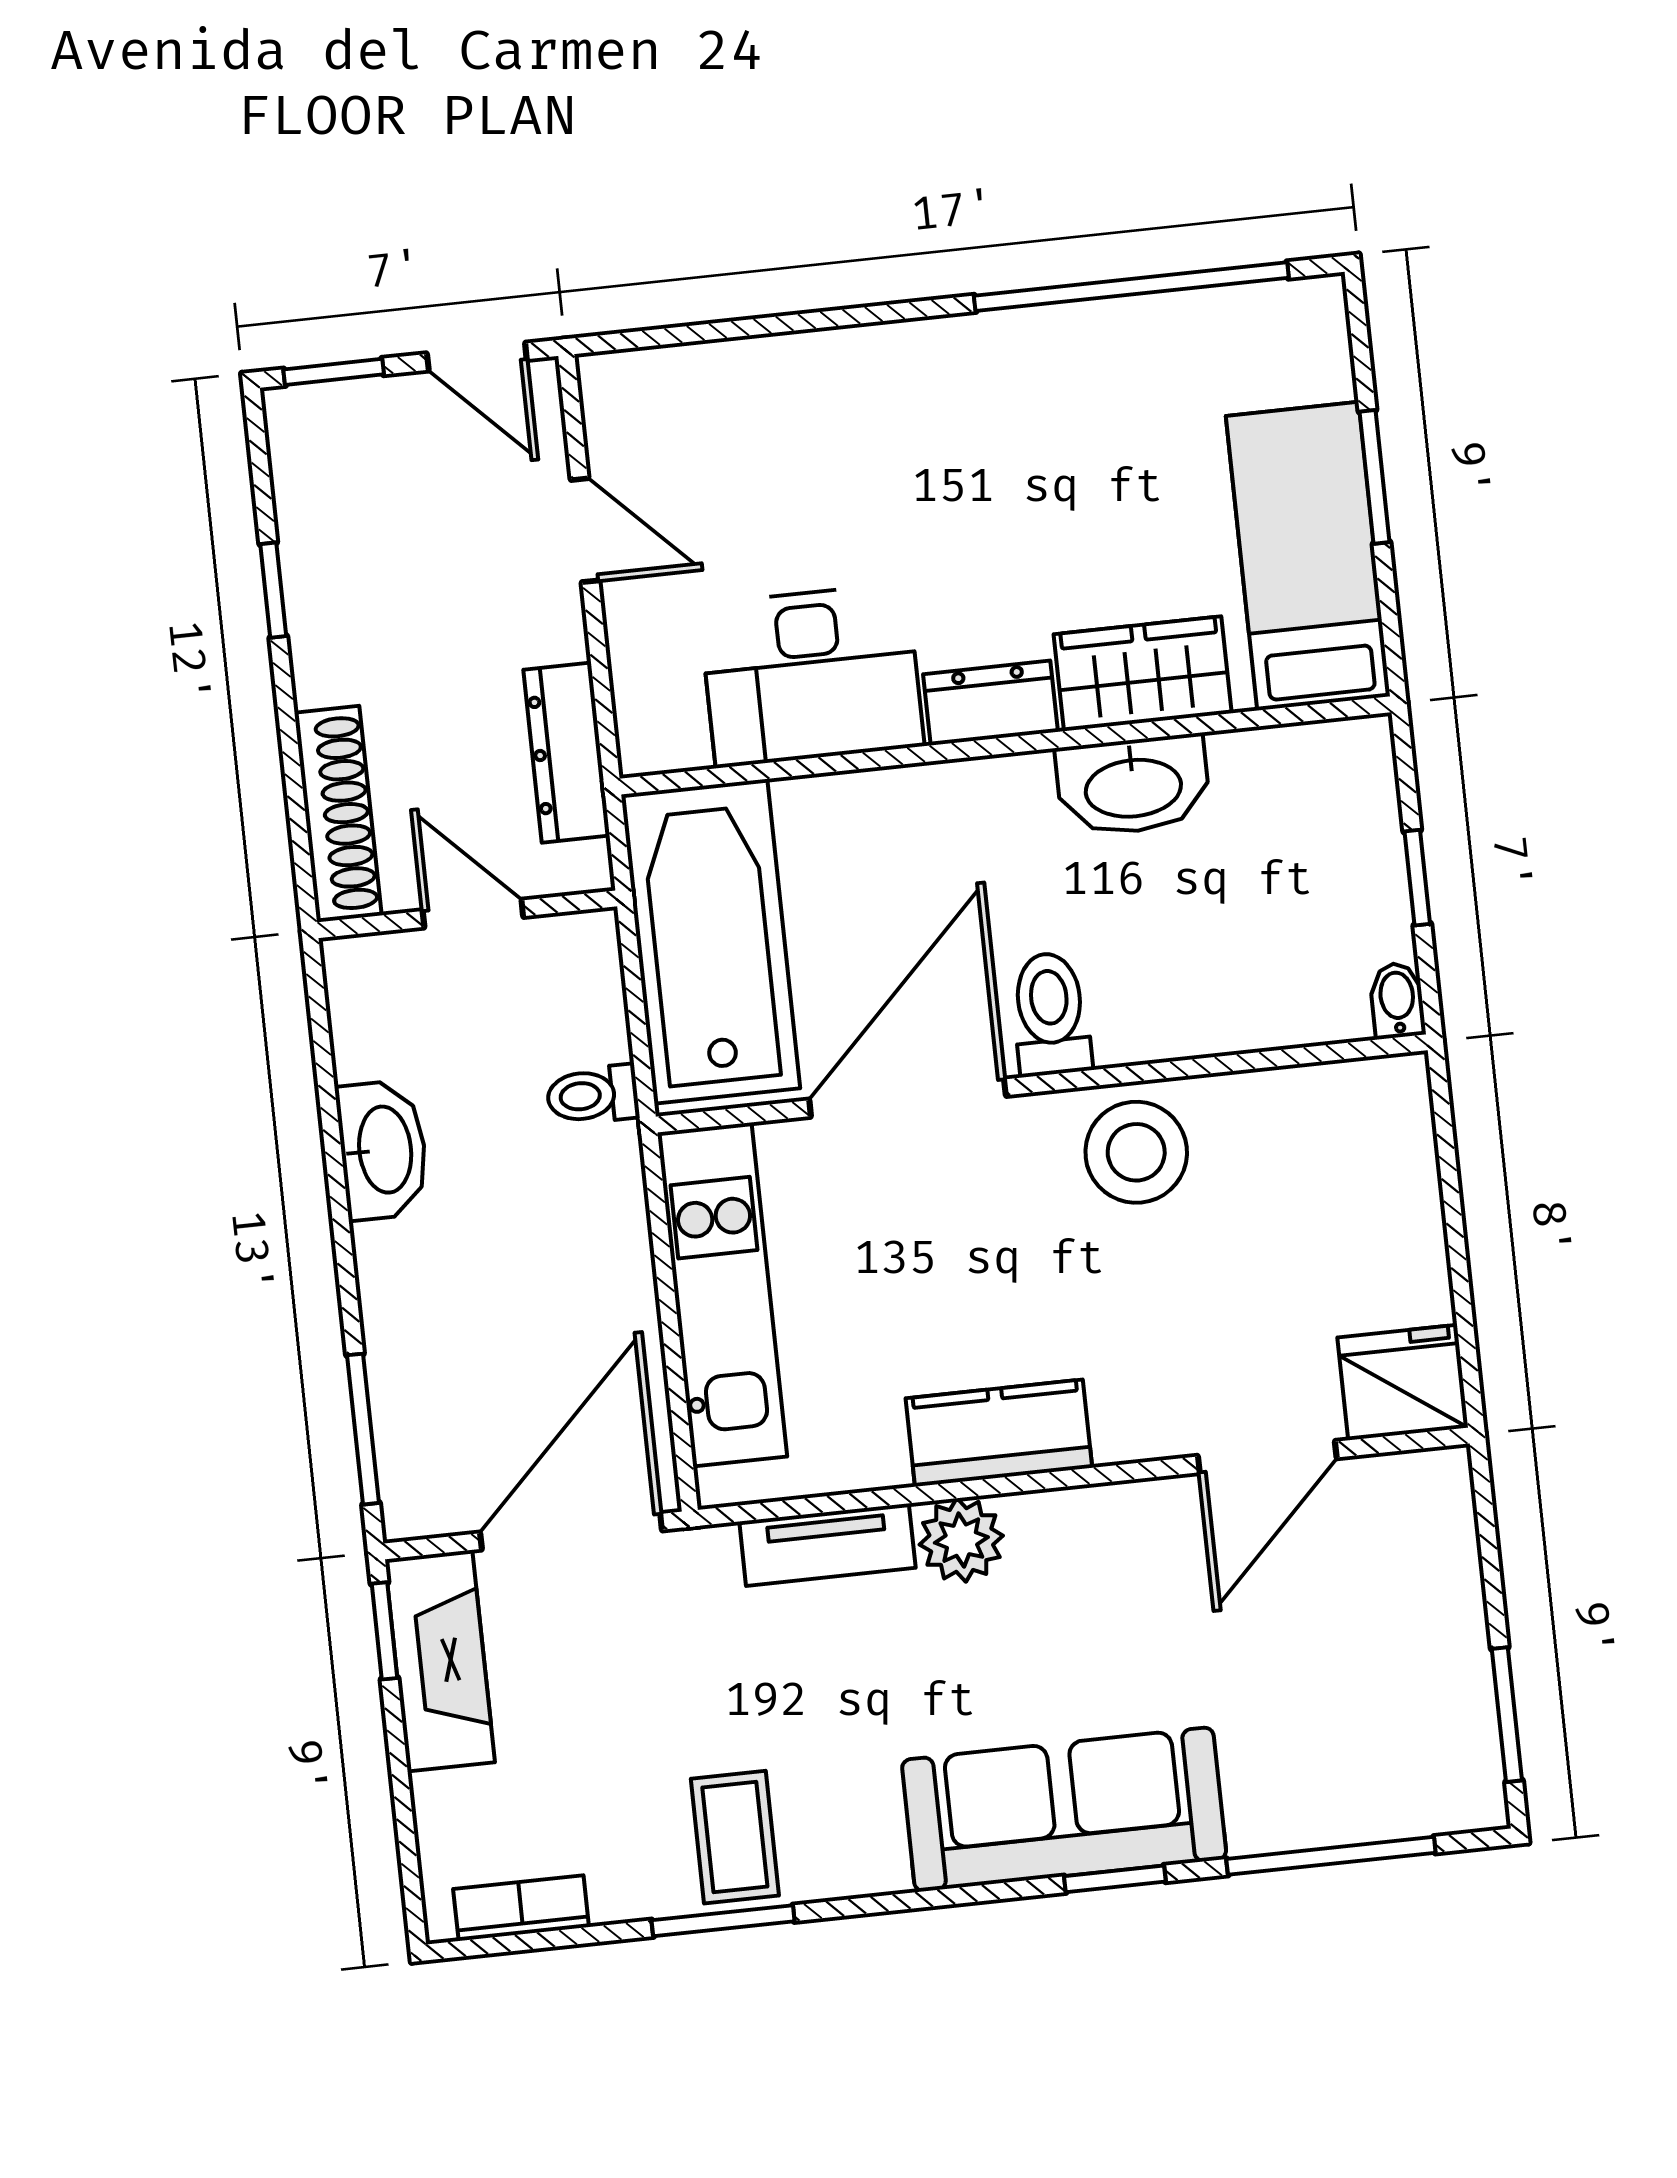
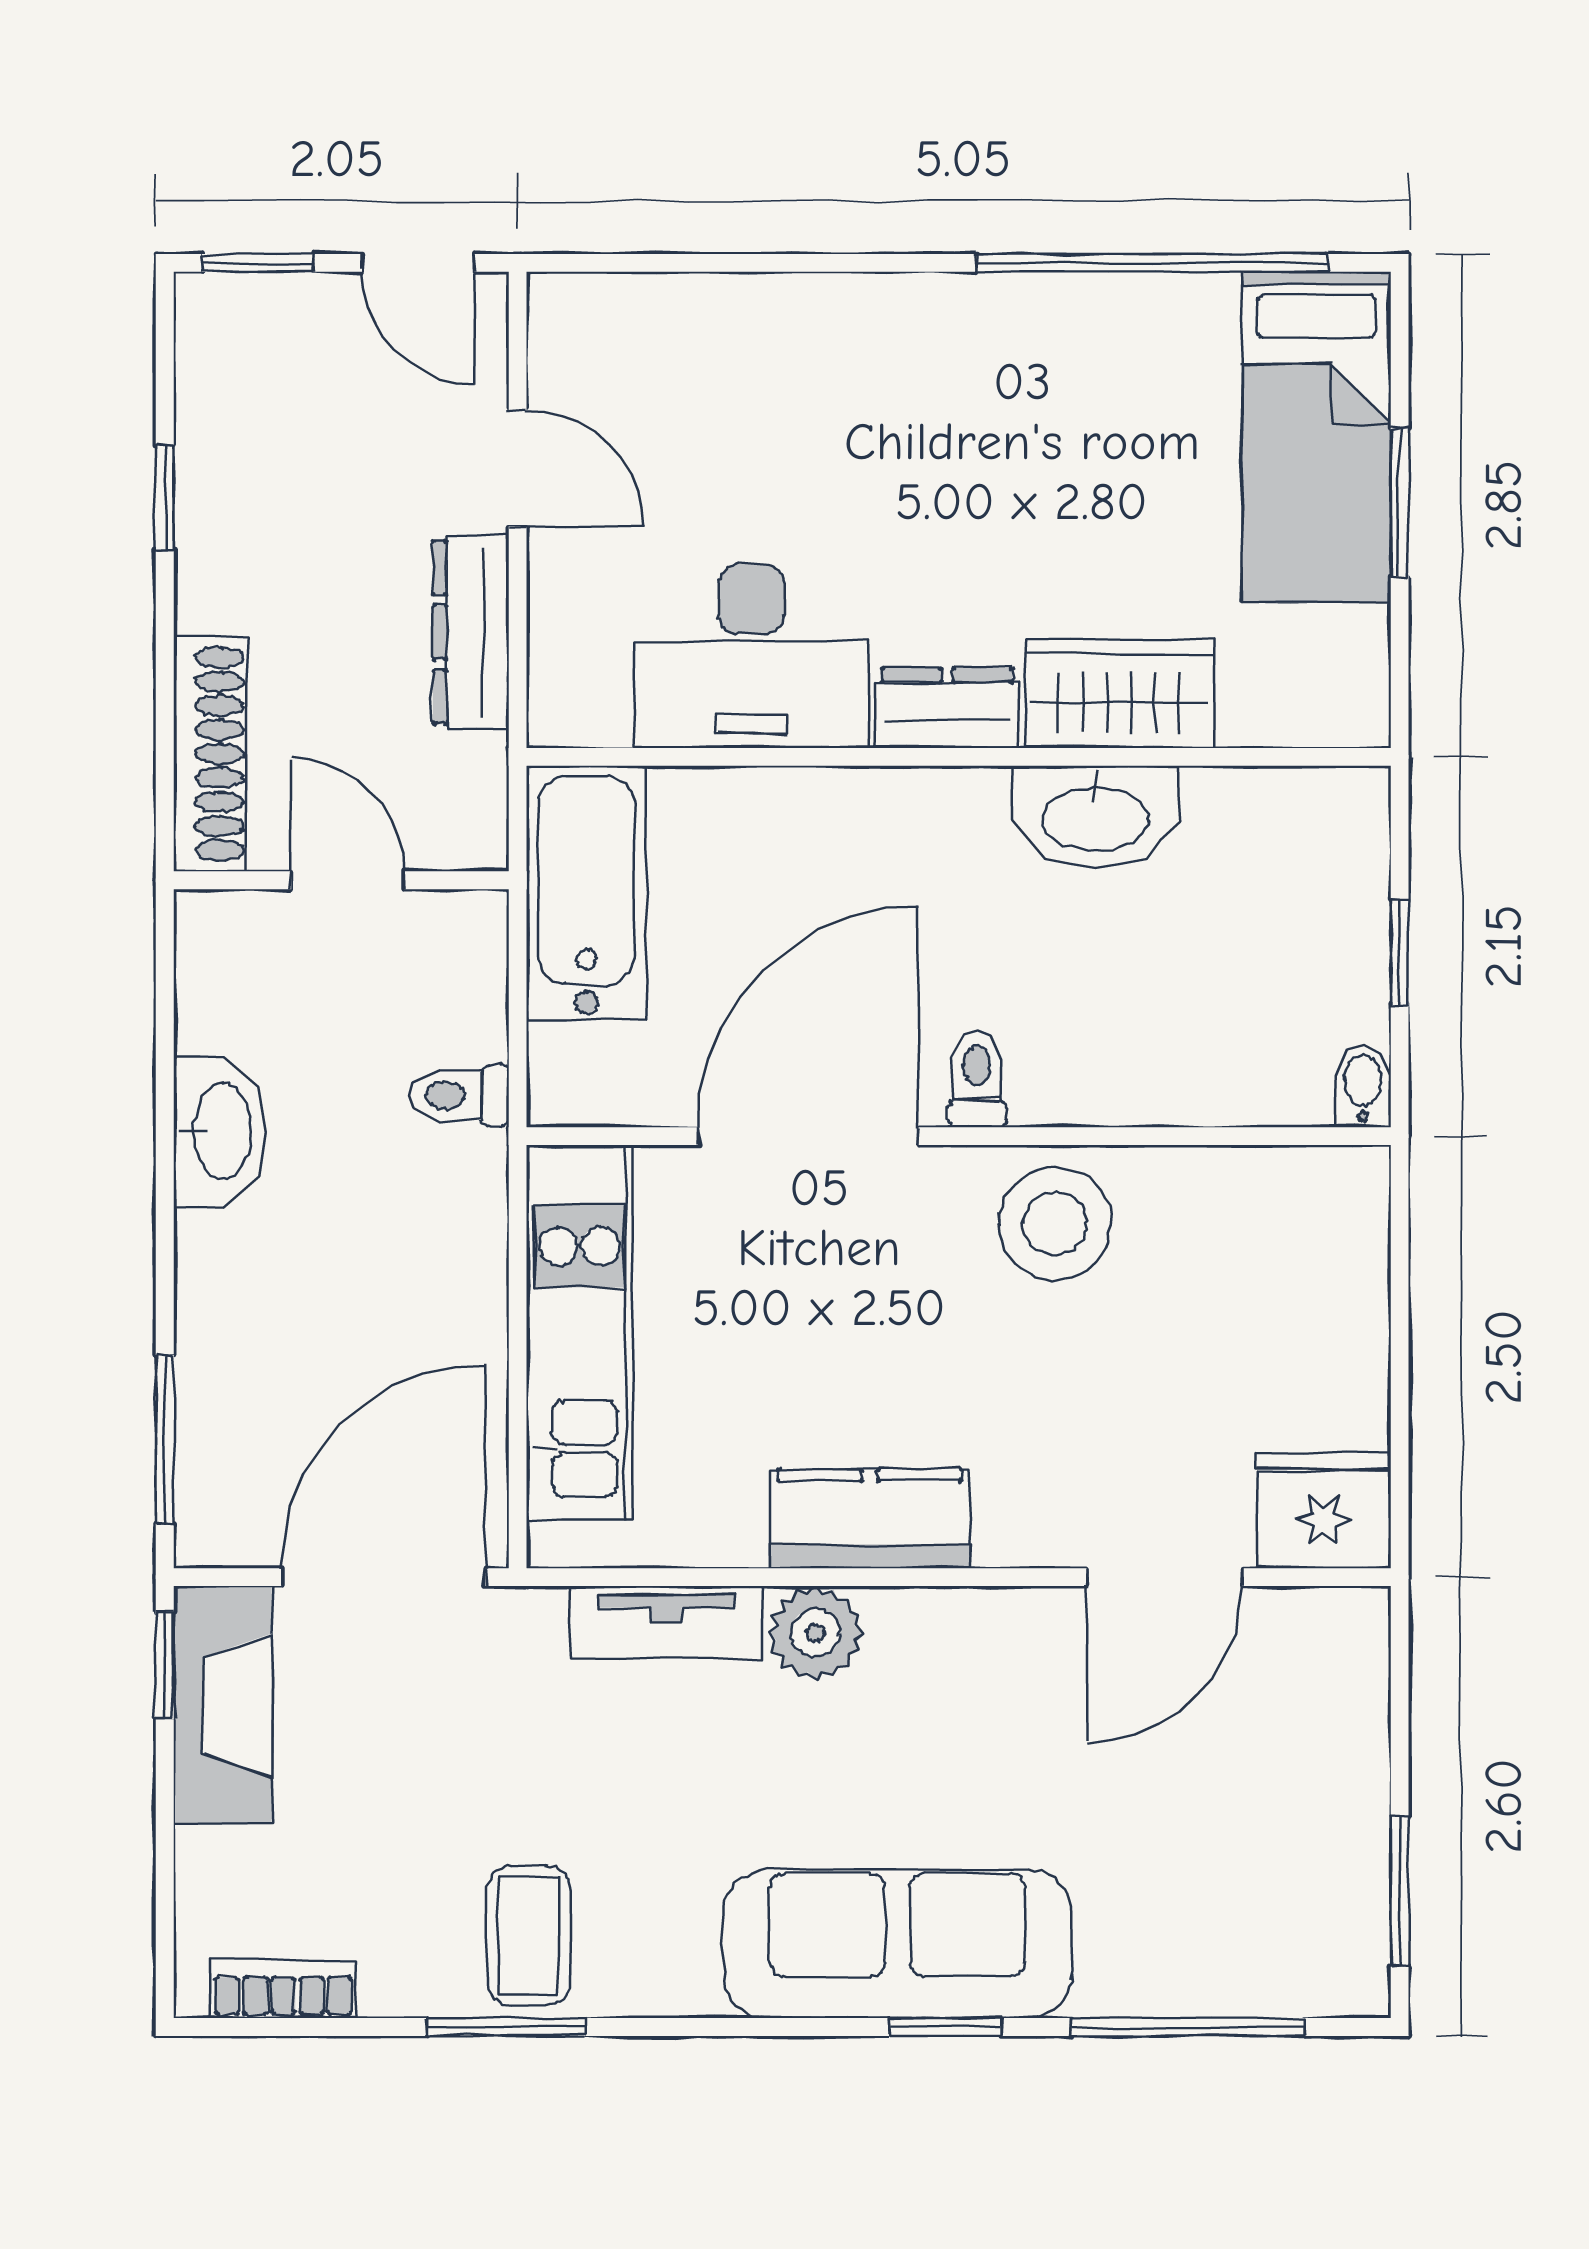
bed: (1308, 556) -> (1316, 437), moved, turned 180
dresser: (567, 753) -> (471, 632), moved
bathtub: (711, 941) -> (586, 893), width x0.73, depth x0.73
toilet: (1051, 1014) -> (977, 1079), width x0.73, depth x0.72

